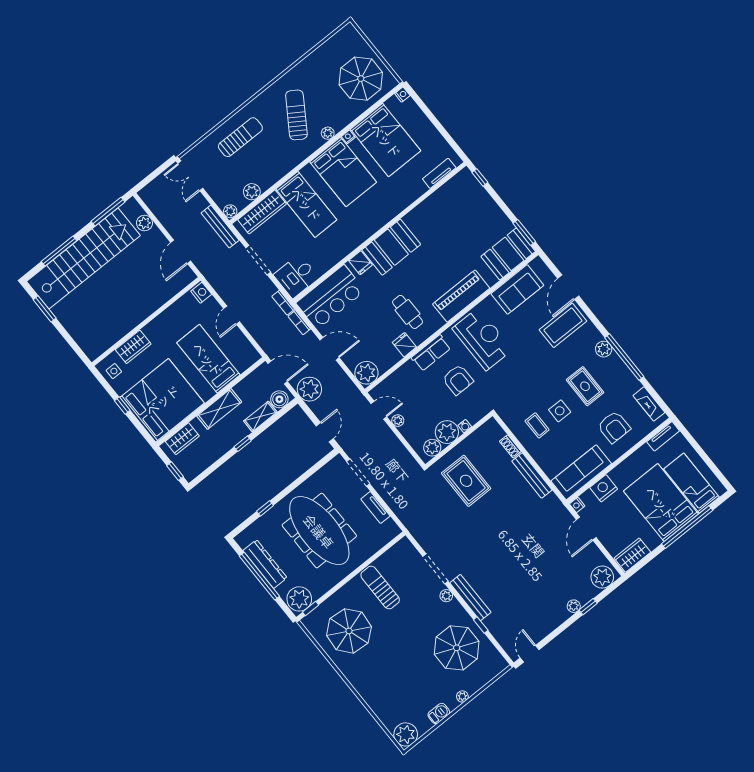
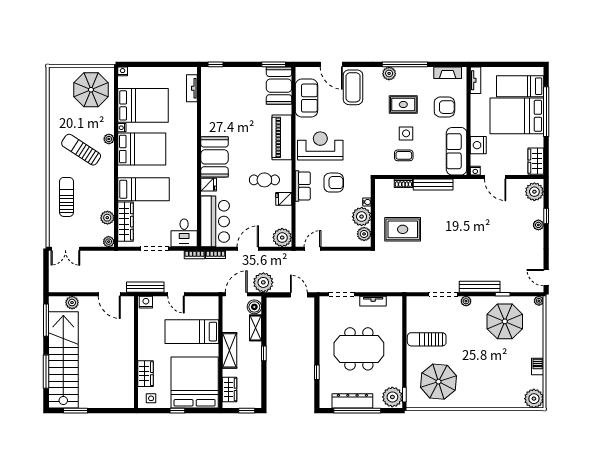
bench: (220, 227) -> (145, 287), moved
plant: (398, 421) -> (329, 242), removed
meeting table: (319, 531) -> (359, 349), width x0.73
plant: (462, 696) -> (539, 301), moved

